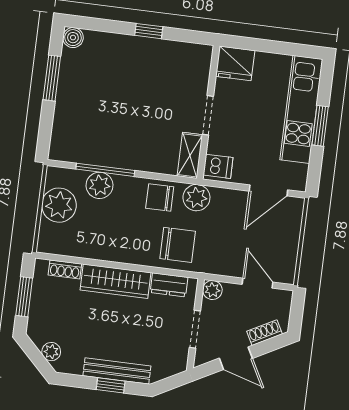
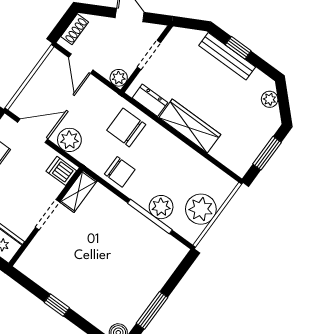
plant: (196, 198) -> (69, 140), moved
shoe rack: (65, 269) -> (224, 157), removed
shoe rack: (265, 333) -> (75, 29), moved, turned -62

